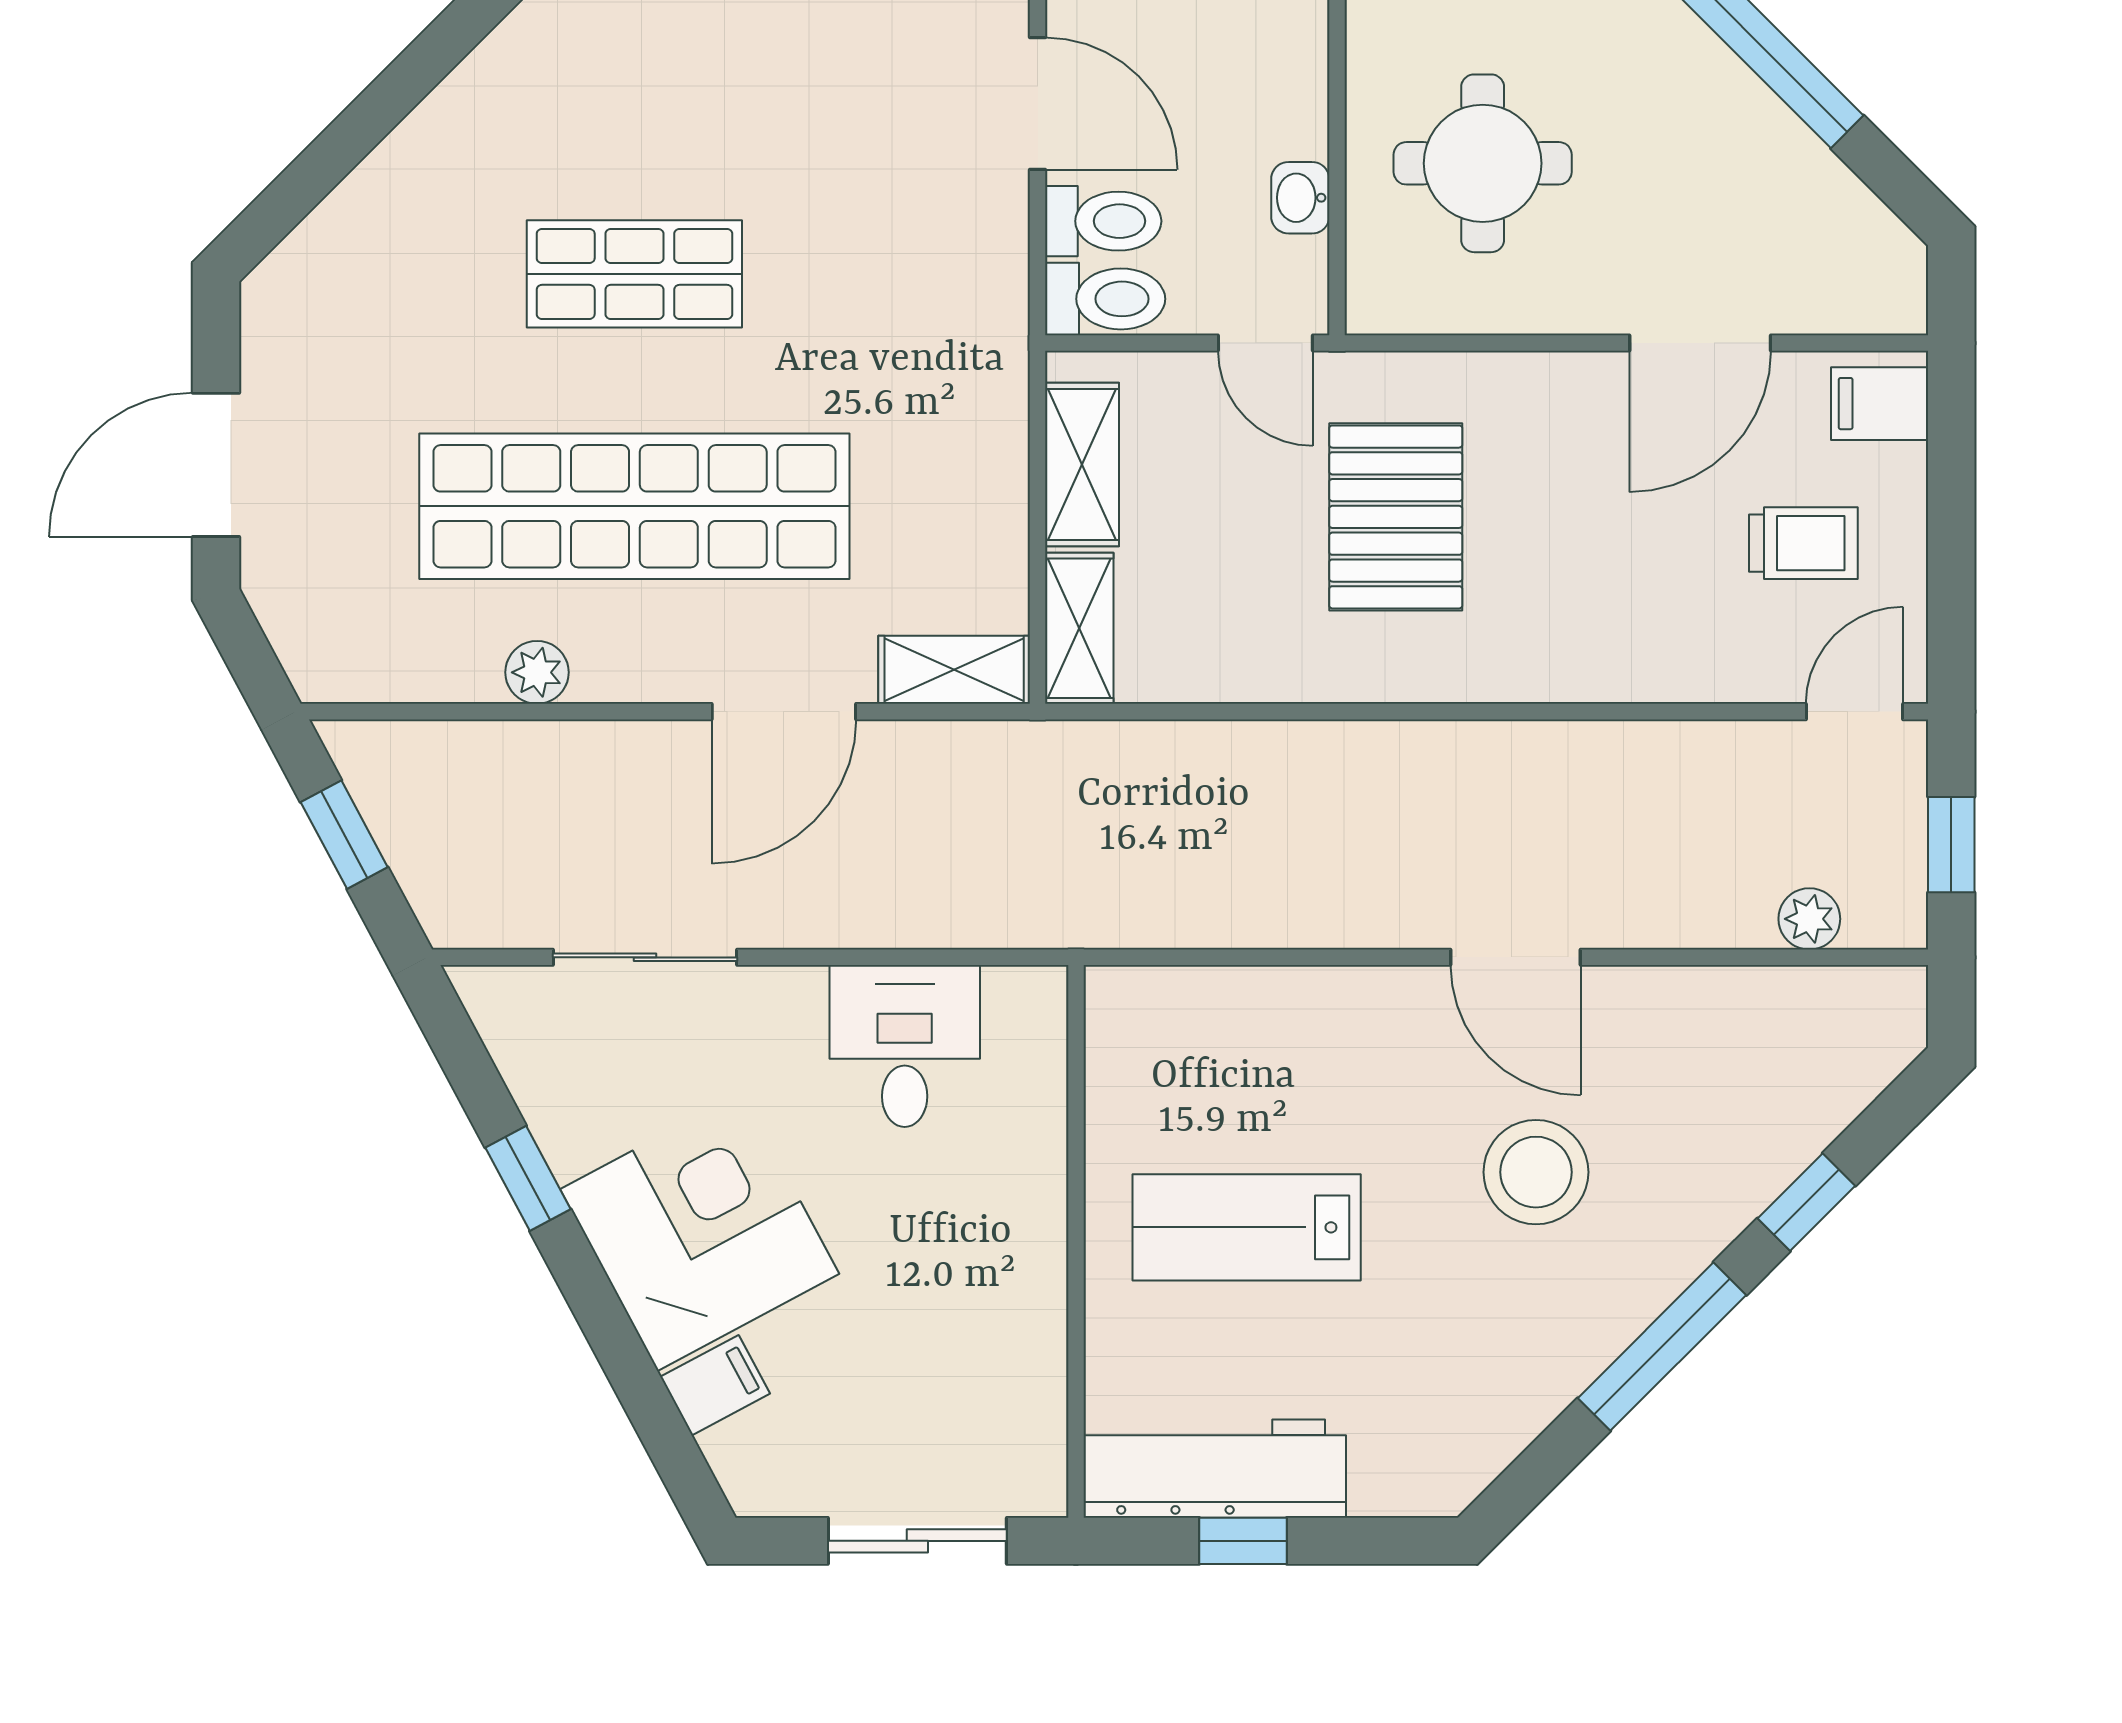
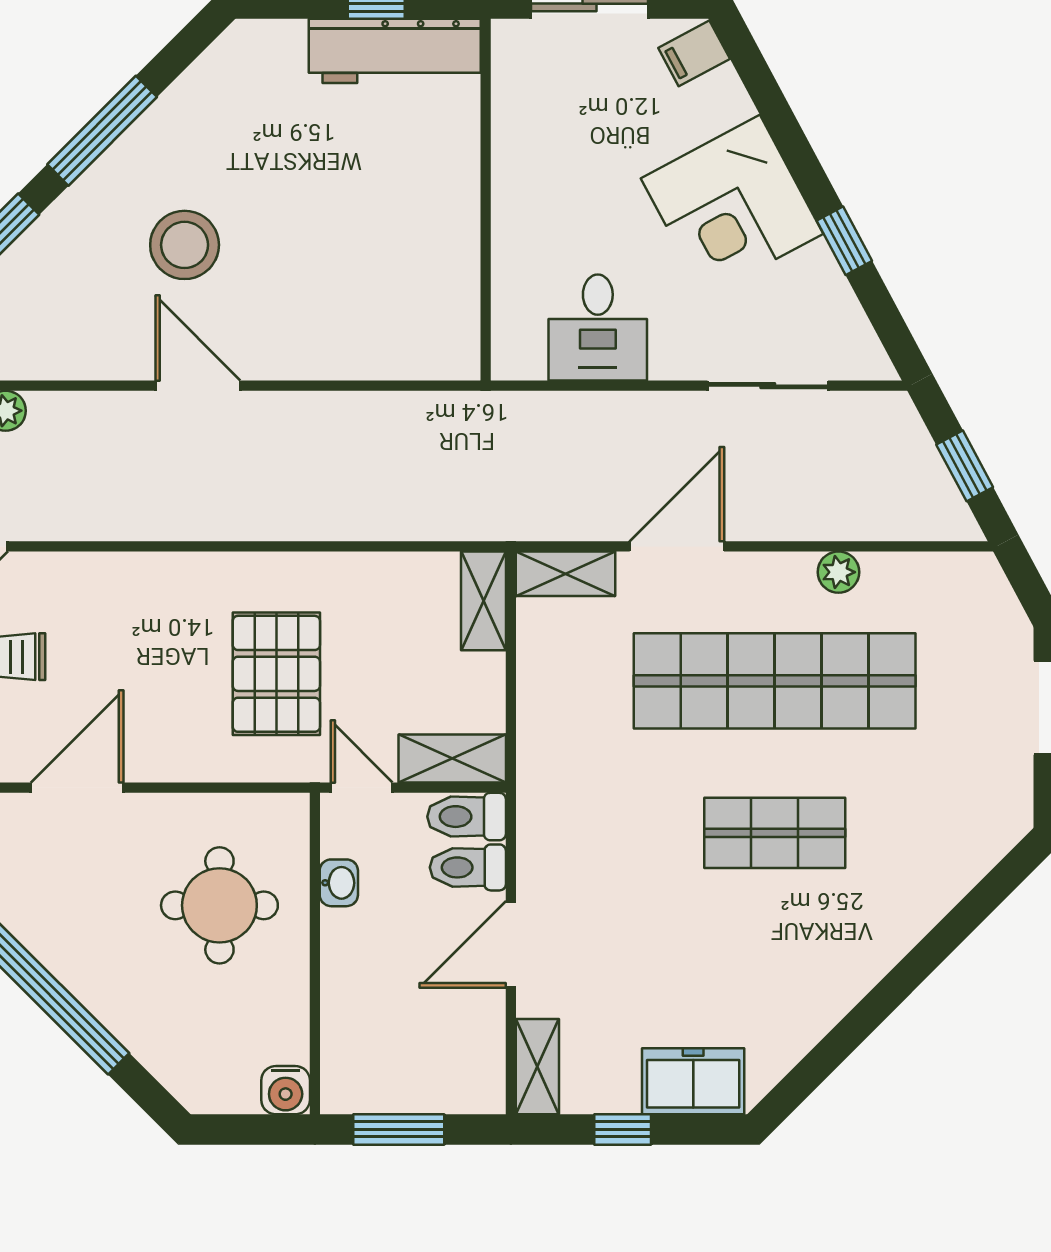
door: (1038, 104) -> (511, 944), hinge flipped
shelving: (1082, 465) -> (452, 758), moved, turned 90
lab bench: (1247, 1227) -> (374, 209), removed
filing cabinet: (715, 1385) -> (694, 53), moved

